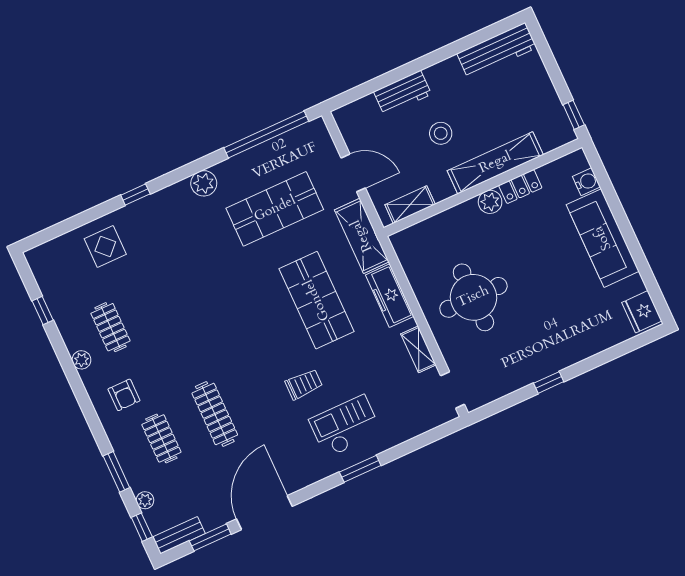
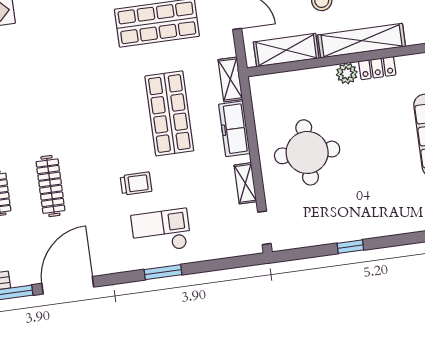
shelving: (410, 205) -> (286, 50), width x1.50, depth x1.33
shelving: (362, 236) -> (230, 79), width x0.67, depth x0.75

